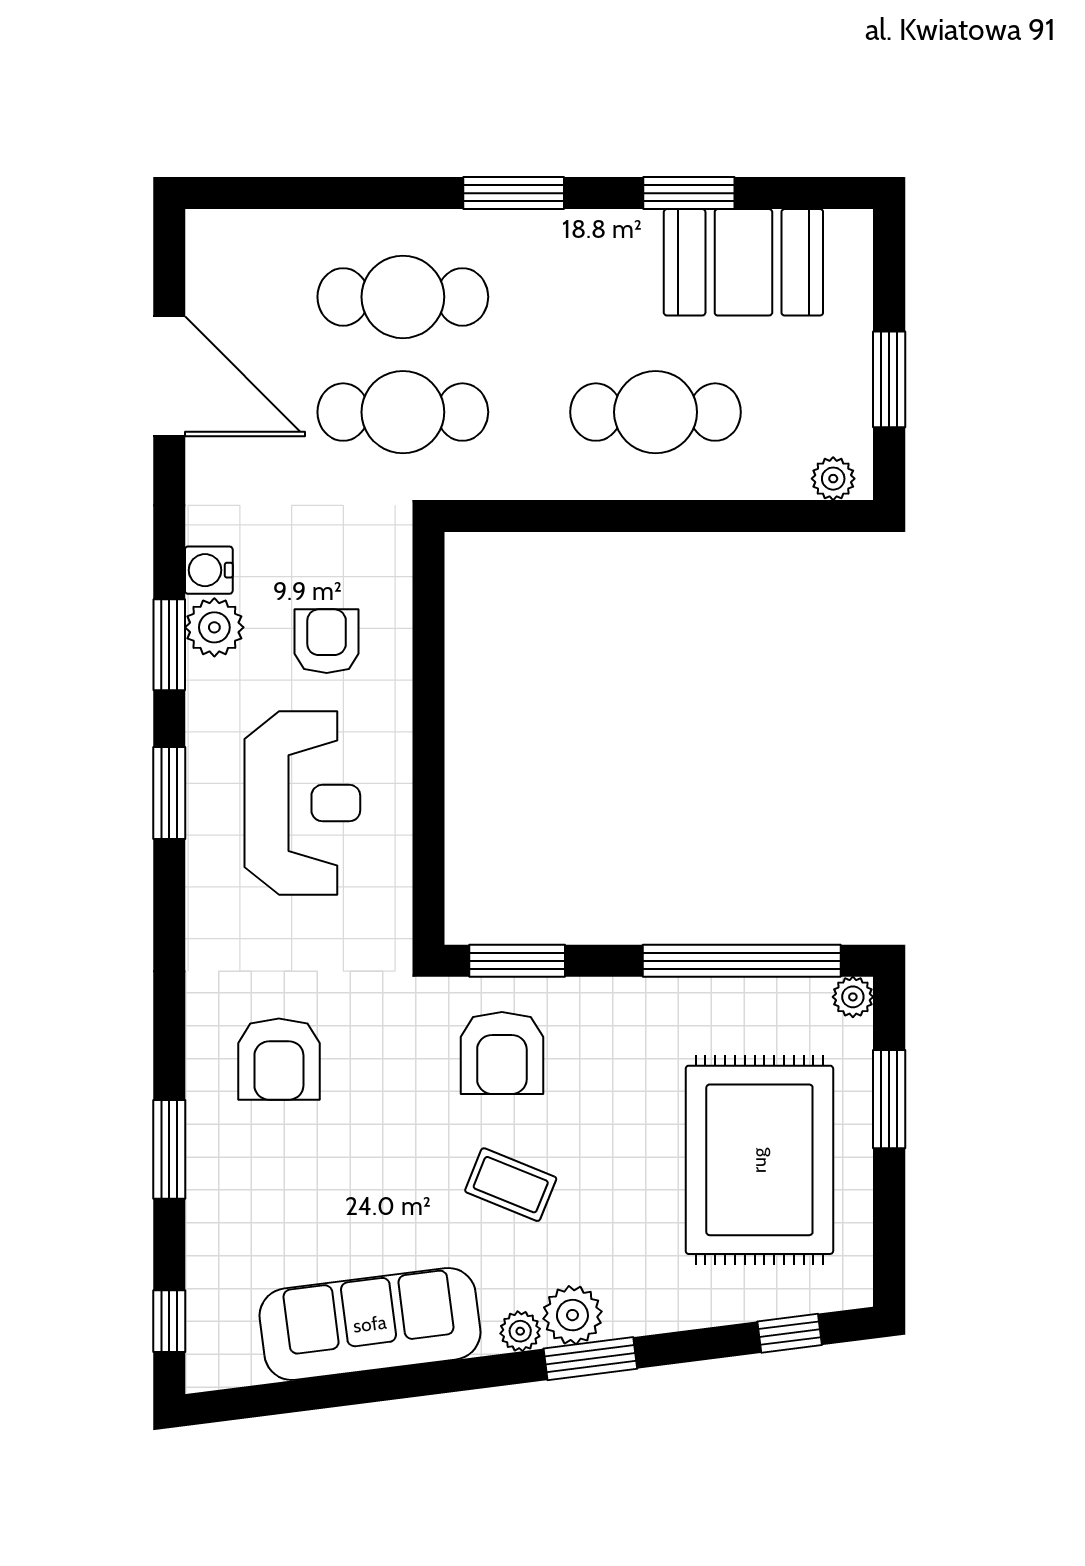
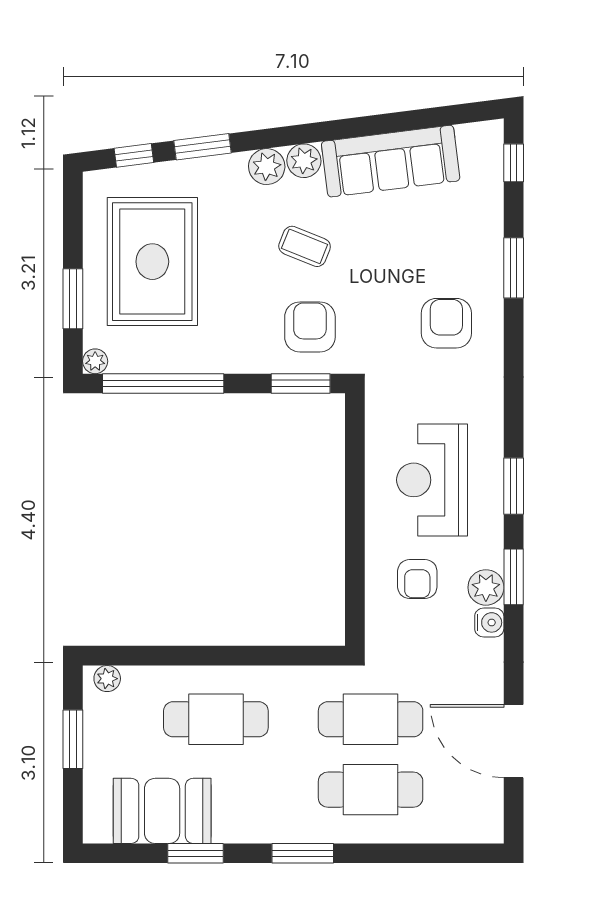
plant: (520, 1331) -> (304, 161), width x1.38, depth x1.38
window: (590, 1359) -> (202, 147), moved

